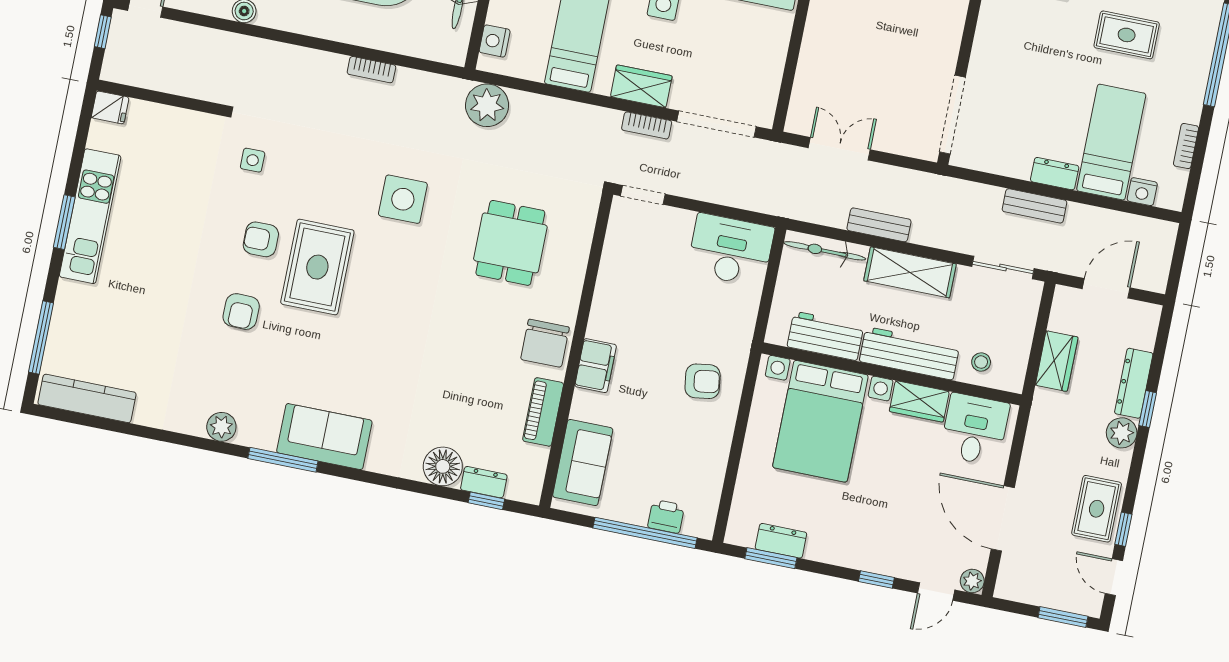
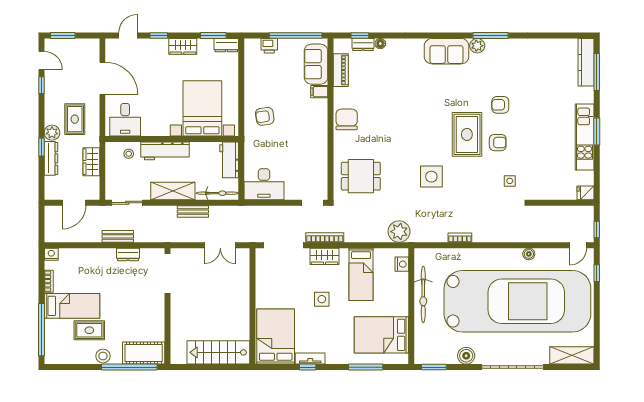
bookcase: (647, 125) -> (325, 238), width x1.56
bed: (1111, 142) -> (72, 306), moved, turned -90
dresser: (1055, 174) -> (128, 254), moved
nightstand: (1142, 192) -> (51, 254), moved
dining table: (510, 243) -> (361, 176), moved, turned 90
armchair: (241, 312) -> (500, 105), turned -91
workbench: (825, 336) -> (229, 160), moved, turned 90
filing cabinet: (596, 366) -> (319, 92), moved, width x0.50
kitchen counter: (87, 398) -> (586, 62), moved, turned 90
wardrobe: (919, 401) -> (183, 46), moved, turned 180
piano: (543, 412) -> (341, 70), moved
plant: (221, 427) -> (477, 46), moved
window: (283, 460) -> (490, 36), moved
floor lamp: (443, 466) -> (380, 44), width x0.53, depth x0.53
rug: (1097, 509) -> (75, 119), moved
window: (645, 533) -> (296, 36), moved
dresser: (781, 541) -> (226, 45), moved
plant: (972, 581) -> (111, 44), removed

